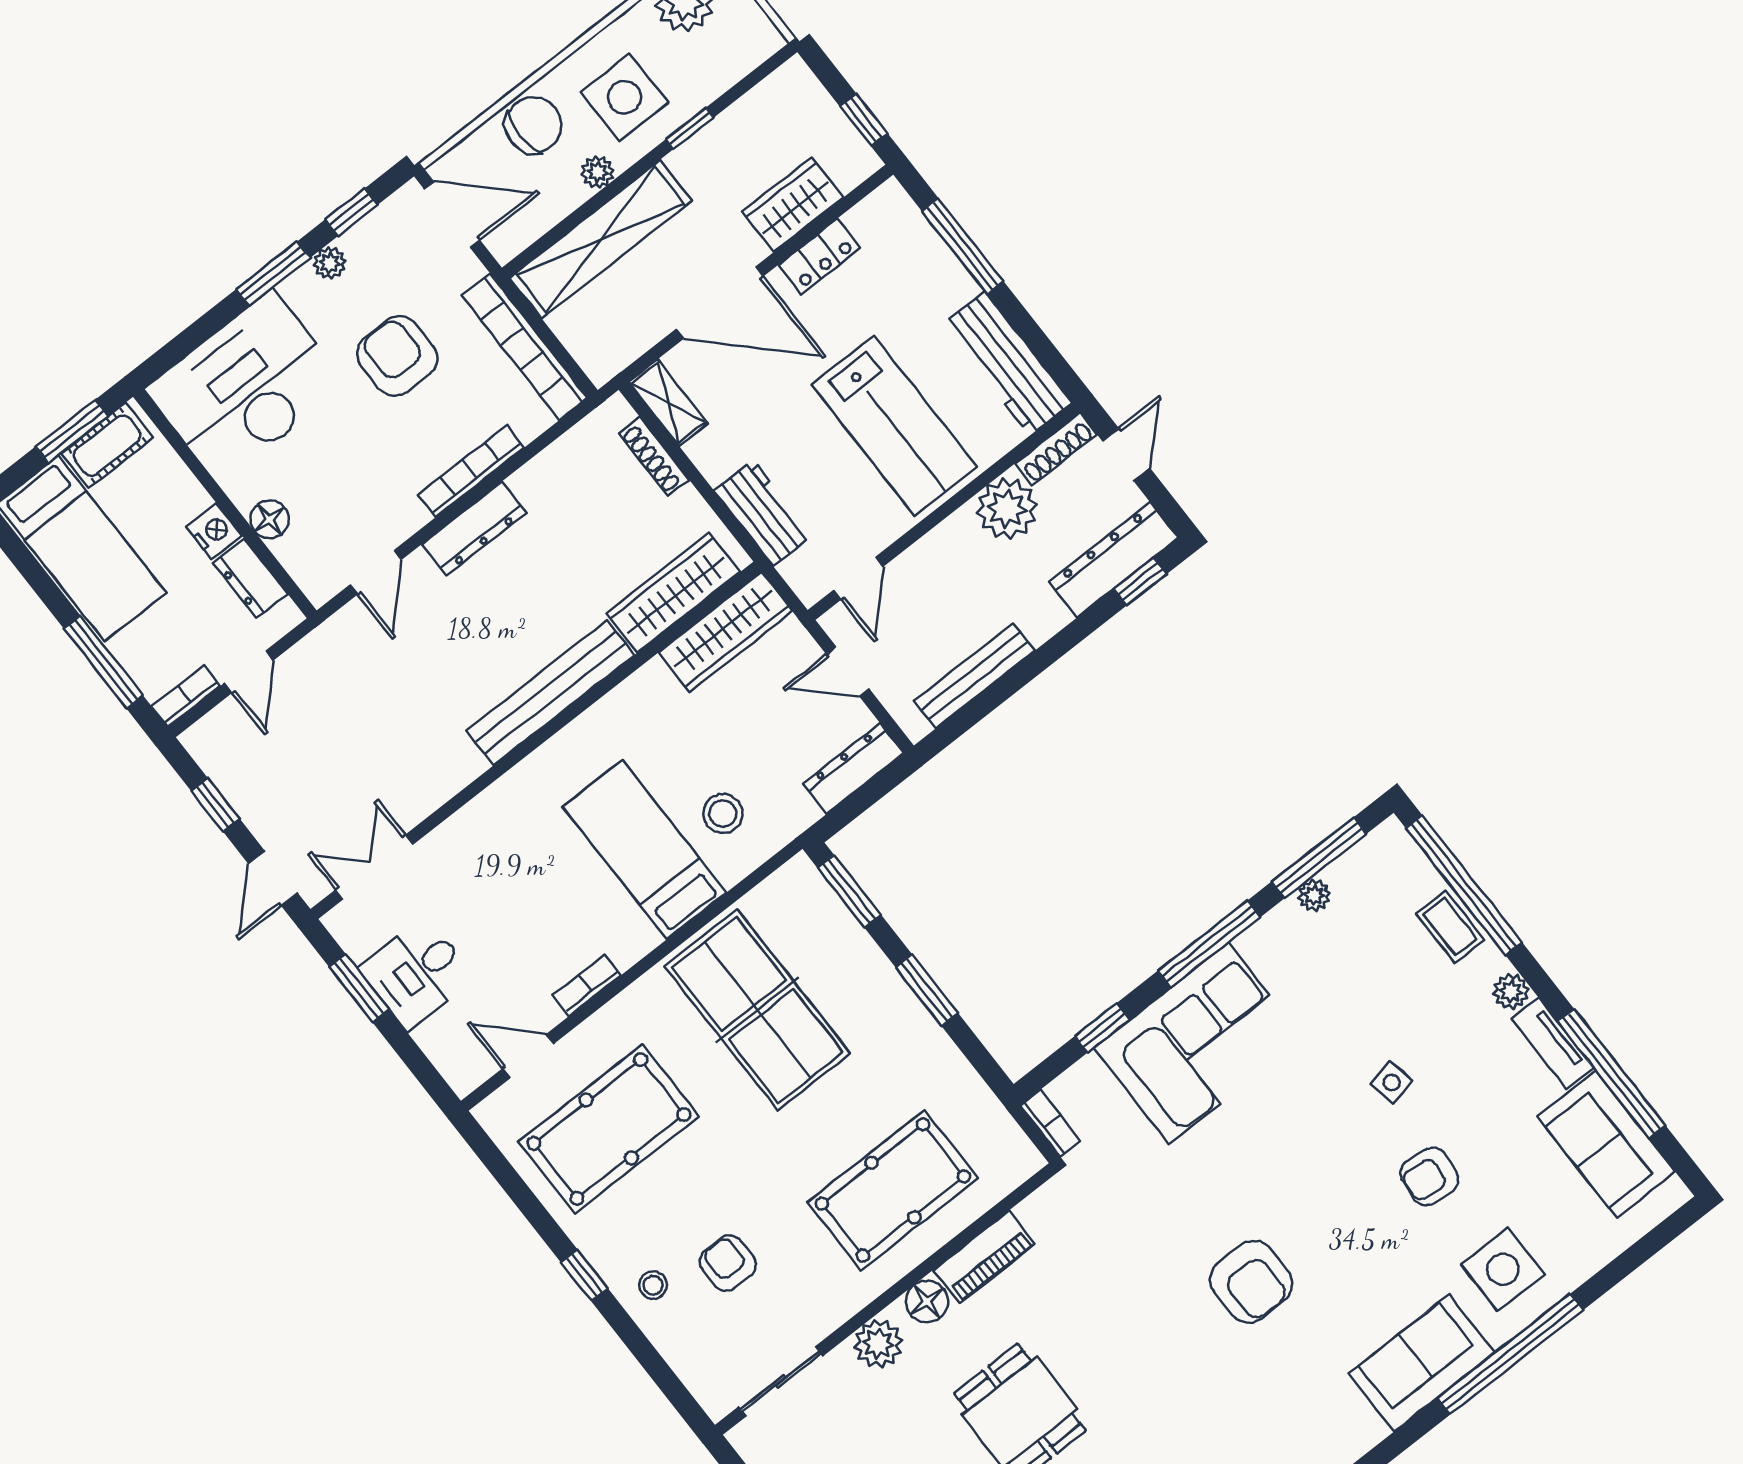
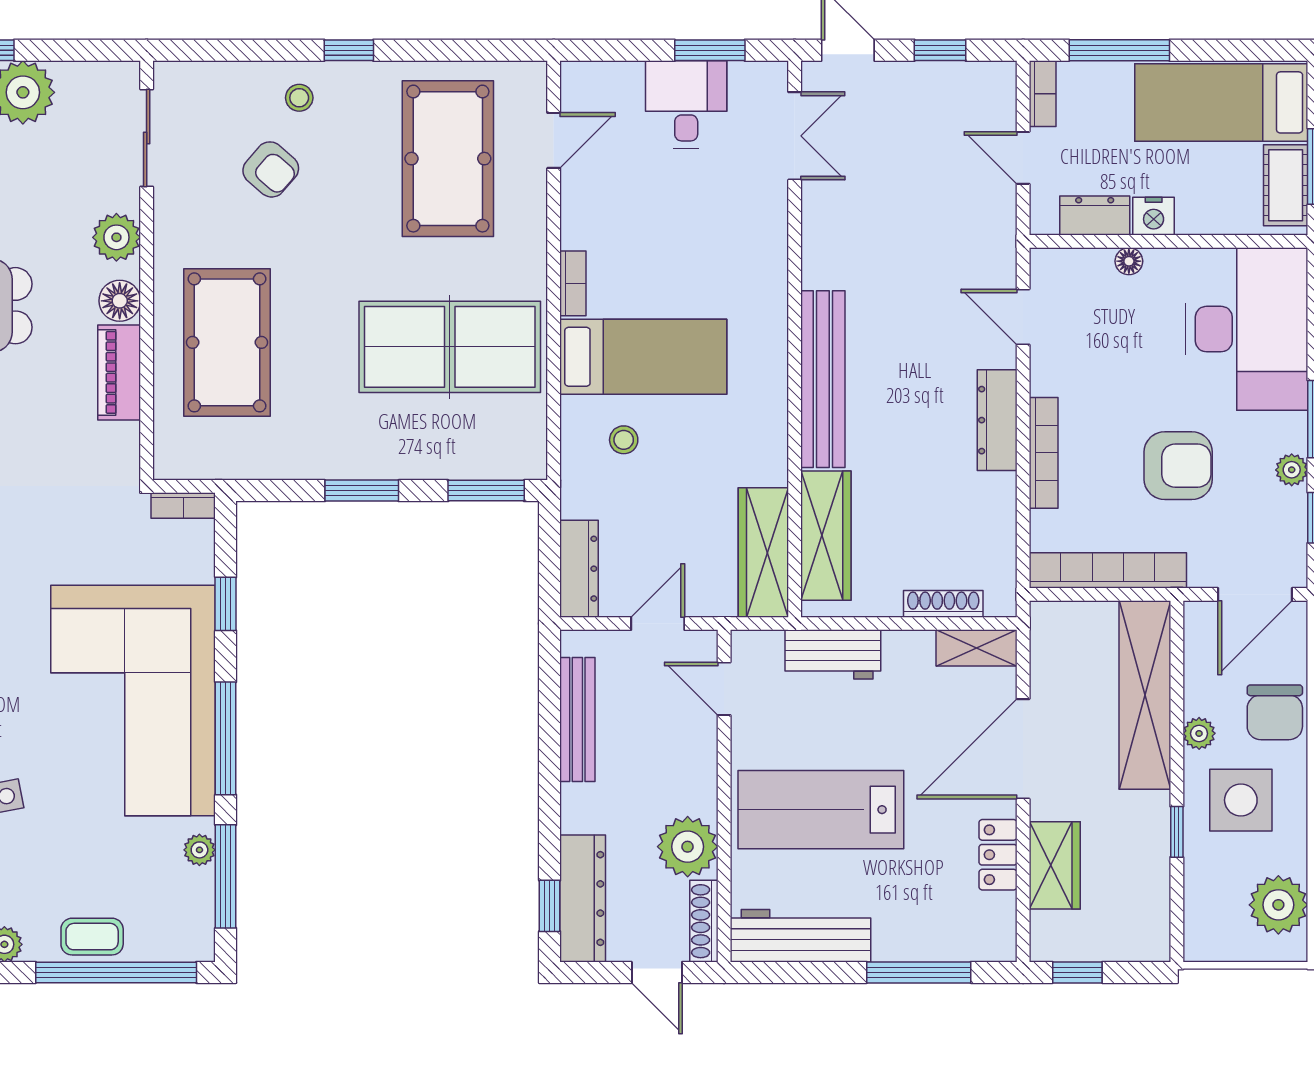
floor lamp: (269, 520) -> (1129, 261), width x0.73, depth x0.73
stool: (723, 813) -> (624, 440), width x0.73, depth x0.73
bookcase: (587, 985) -> (573, 283), moved
corner sofa: (1199, 1043) -> (133, 701), width x1.36, depth x1.36
armchair: (728, 1263) -> (271, 169), turned 41

